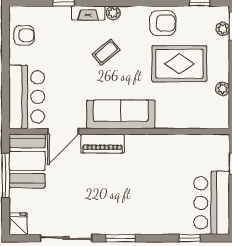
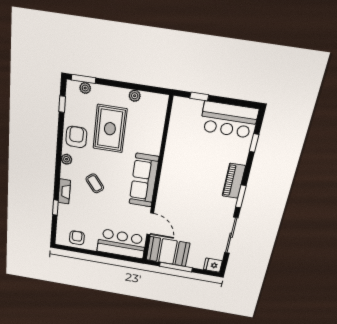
plant: (113, 13) -> (67, 159), moved
piano: (102, 144) -> (234, 181), moved, turned 180

